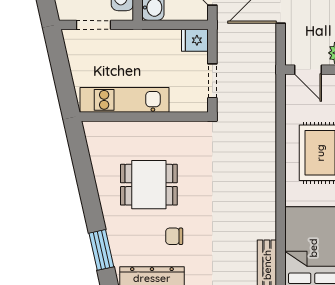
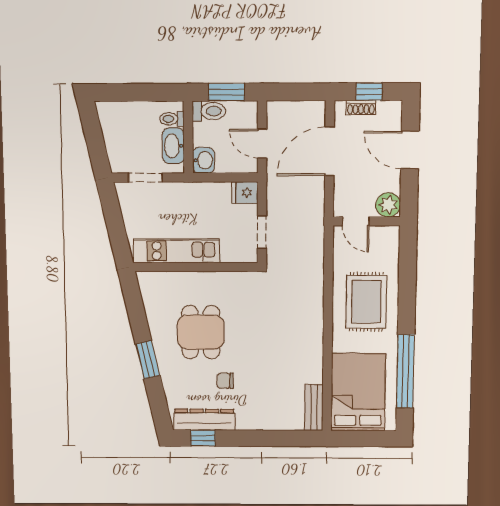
dining table: (149, 185) -> (201, 332), turned 90
window: (101, 250) -> (148, 360), moved

